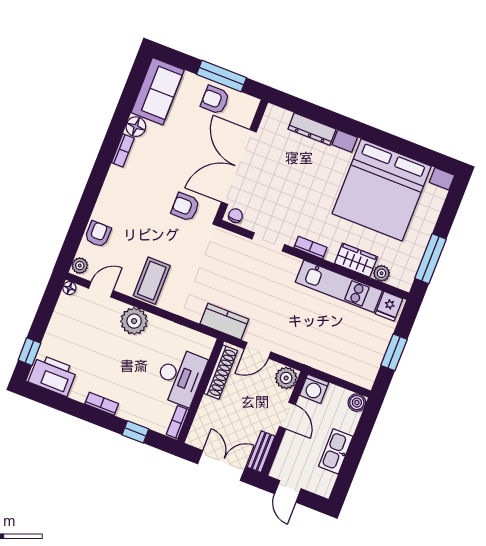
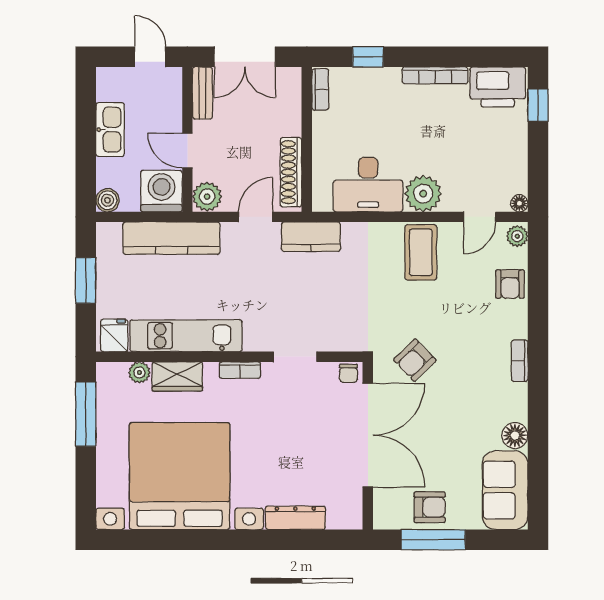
bookcase: (123, 150) -> (520, 361), moved
armchair: (185, 207) -> (415, 360), turned 136
kitchen counter: (322, 359) -> (171, 238), added
desk: (180, 377) -> (368, 185), moved, turned -90
washing machine: (314, 389) -> (162, 191), width x1.37, depth x1.37
bookcase: (102, 404) -> (435, 75), width x1.56

